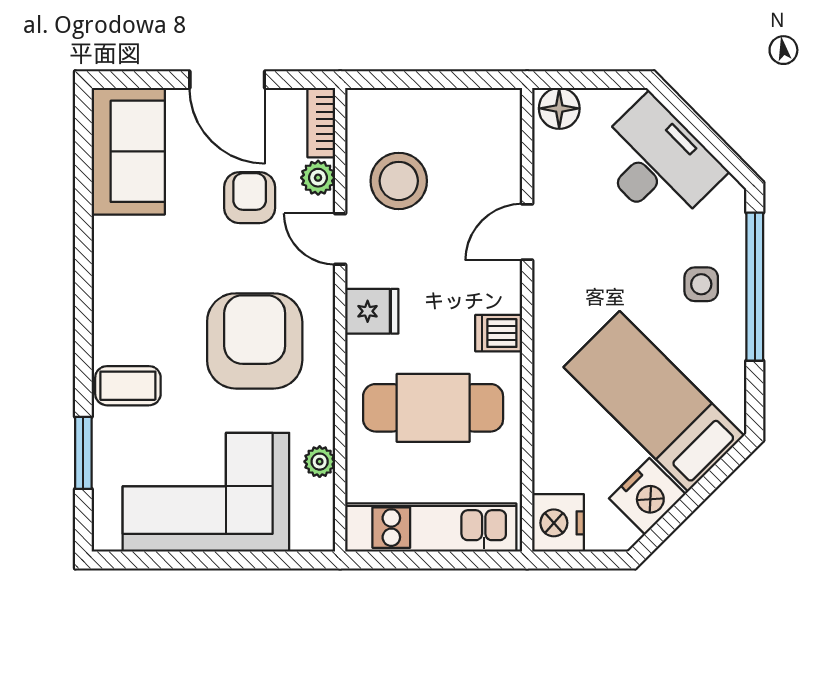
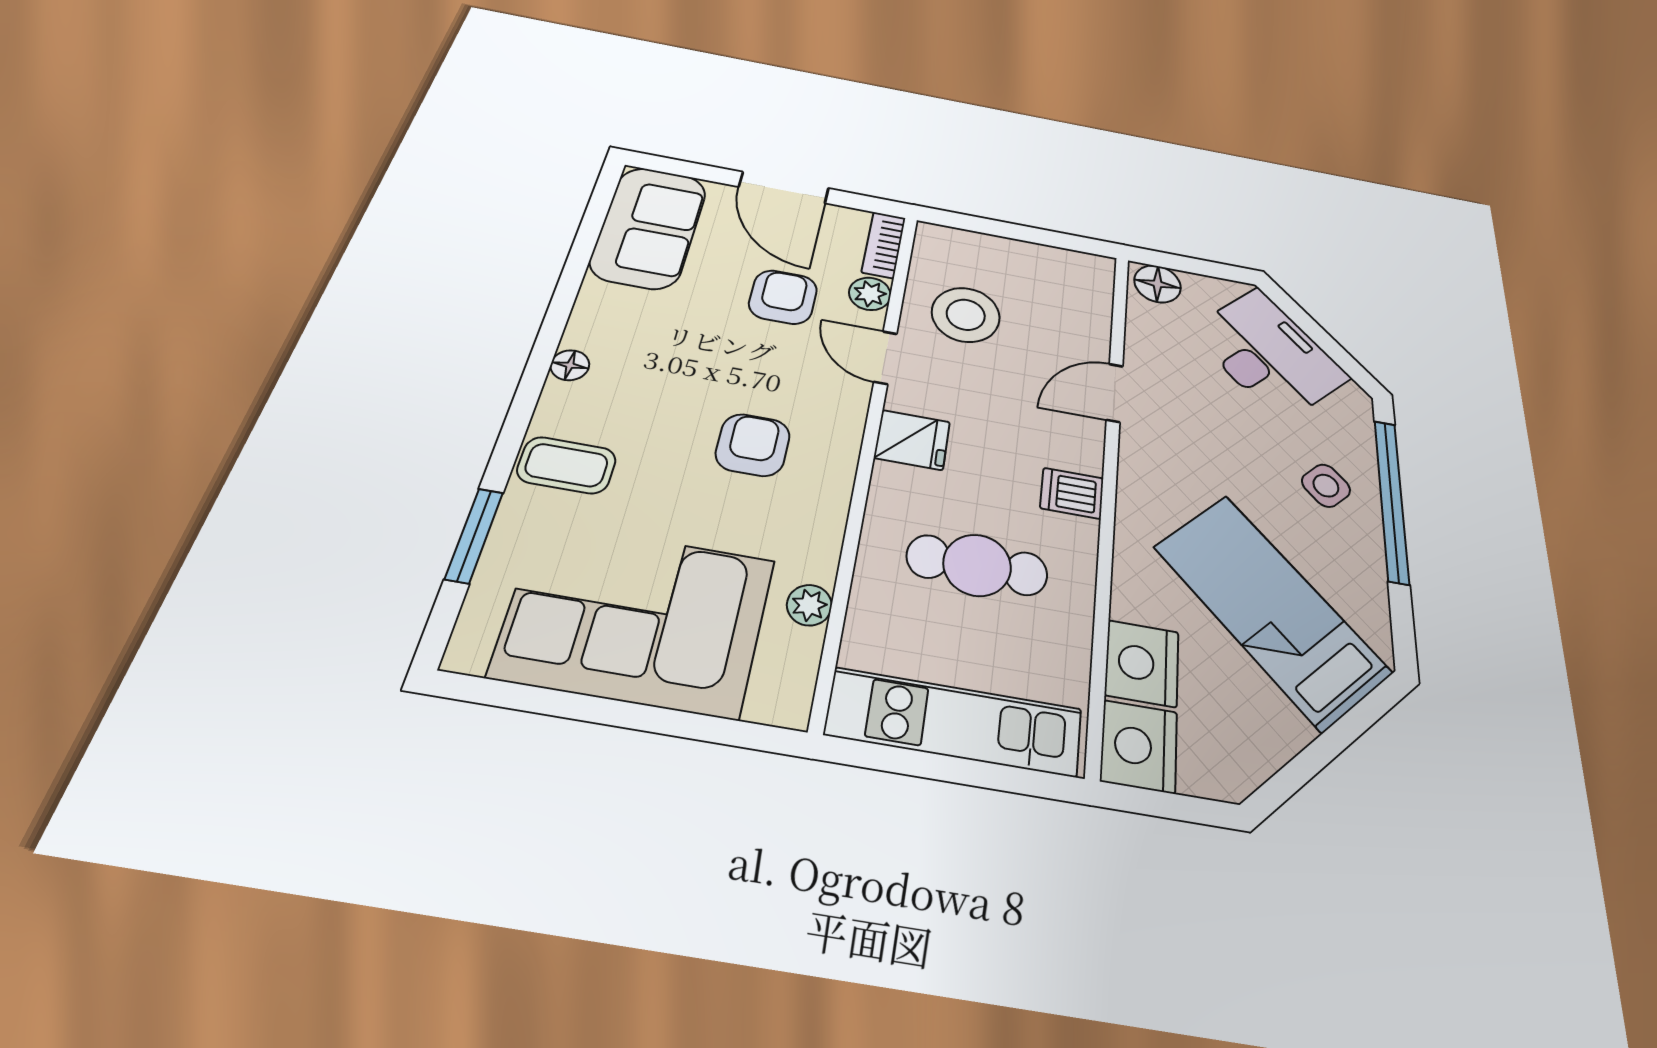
side table: (701, 284) -> (1326, 486), turned 45
floor lamp: (106, 300) -> (570, 365), added
armchair: (255, 341) -> (753, 445), width x0.53, depth x0.53
cafe table: (433, 408) -> (977, 565), width x0.73, depth x0.74
nightstand: (647, 496) -> (1142, 663), moved, turned 135

